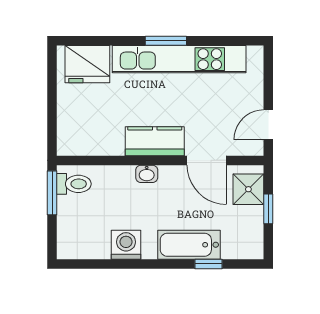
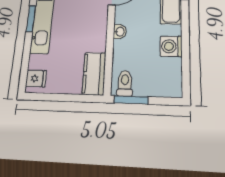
fridge: (87, 64) -> (36, 79), width x0.53, depth x0.75
kitchen counter: (155, 141) -> (94, 74), moved

